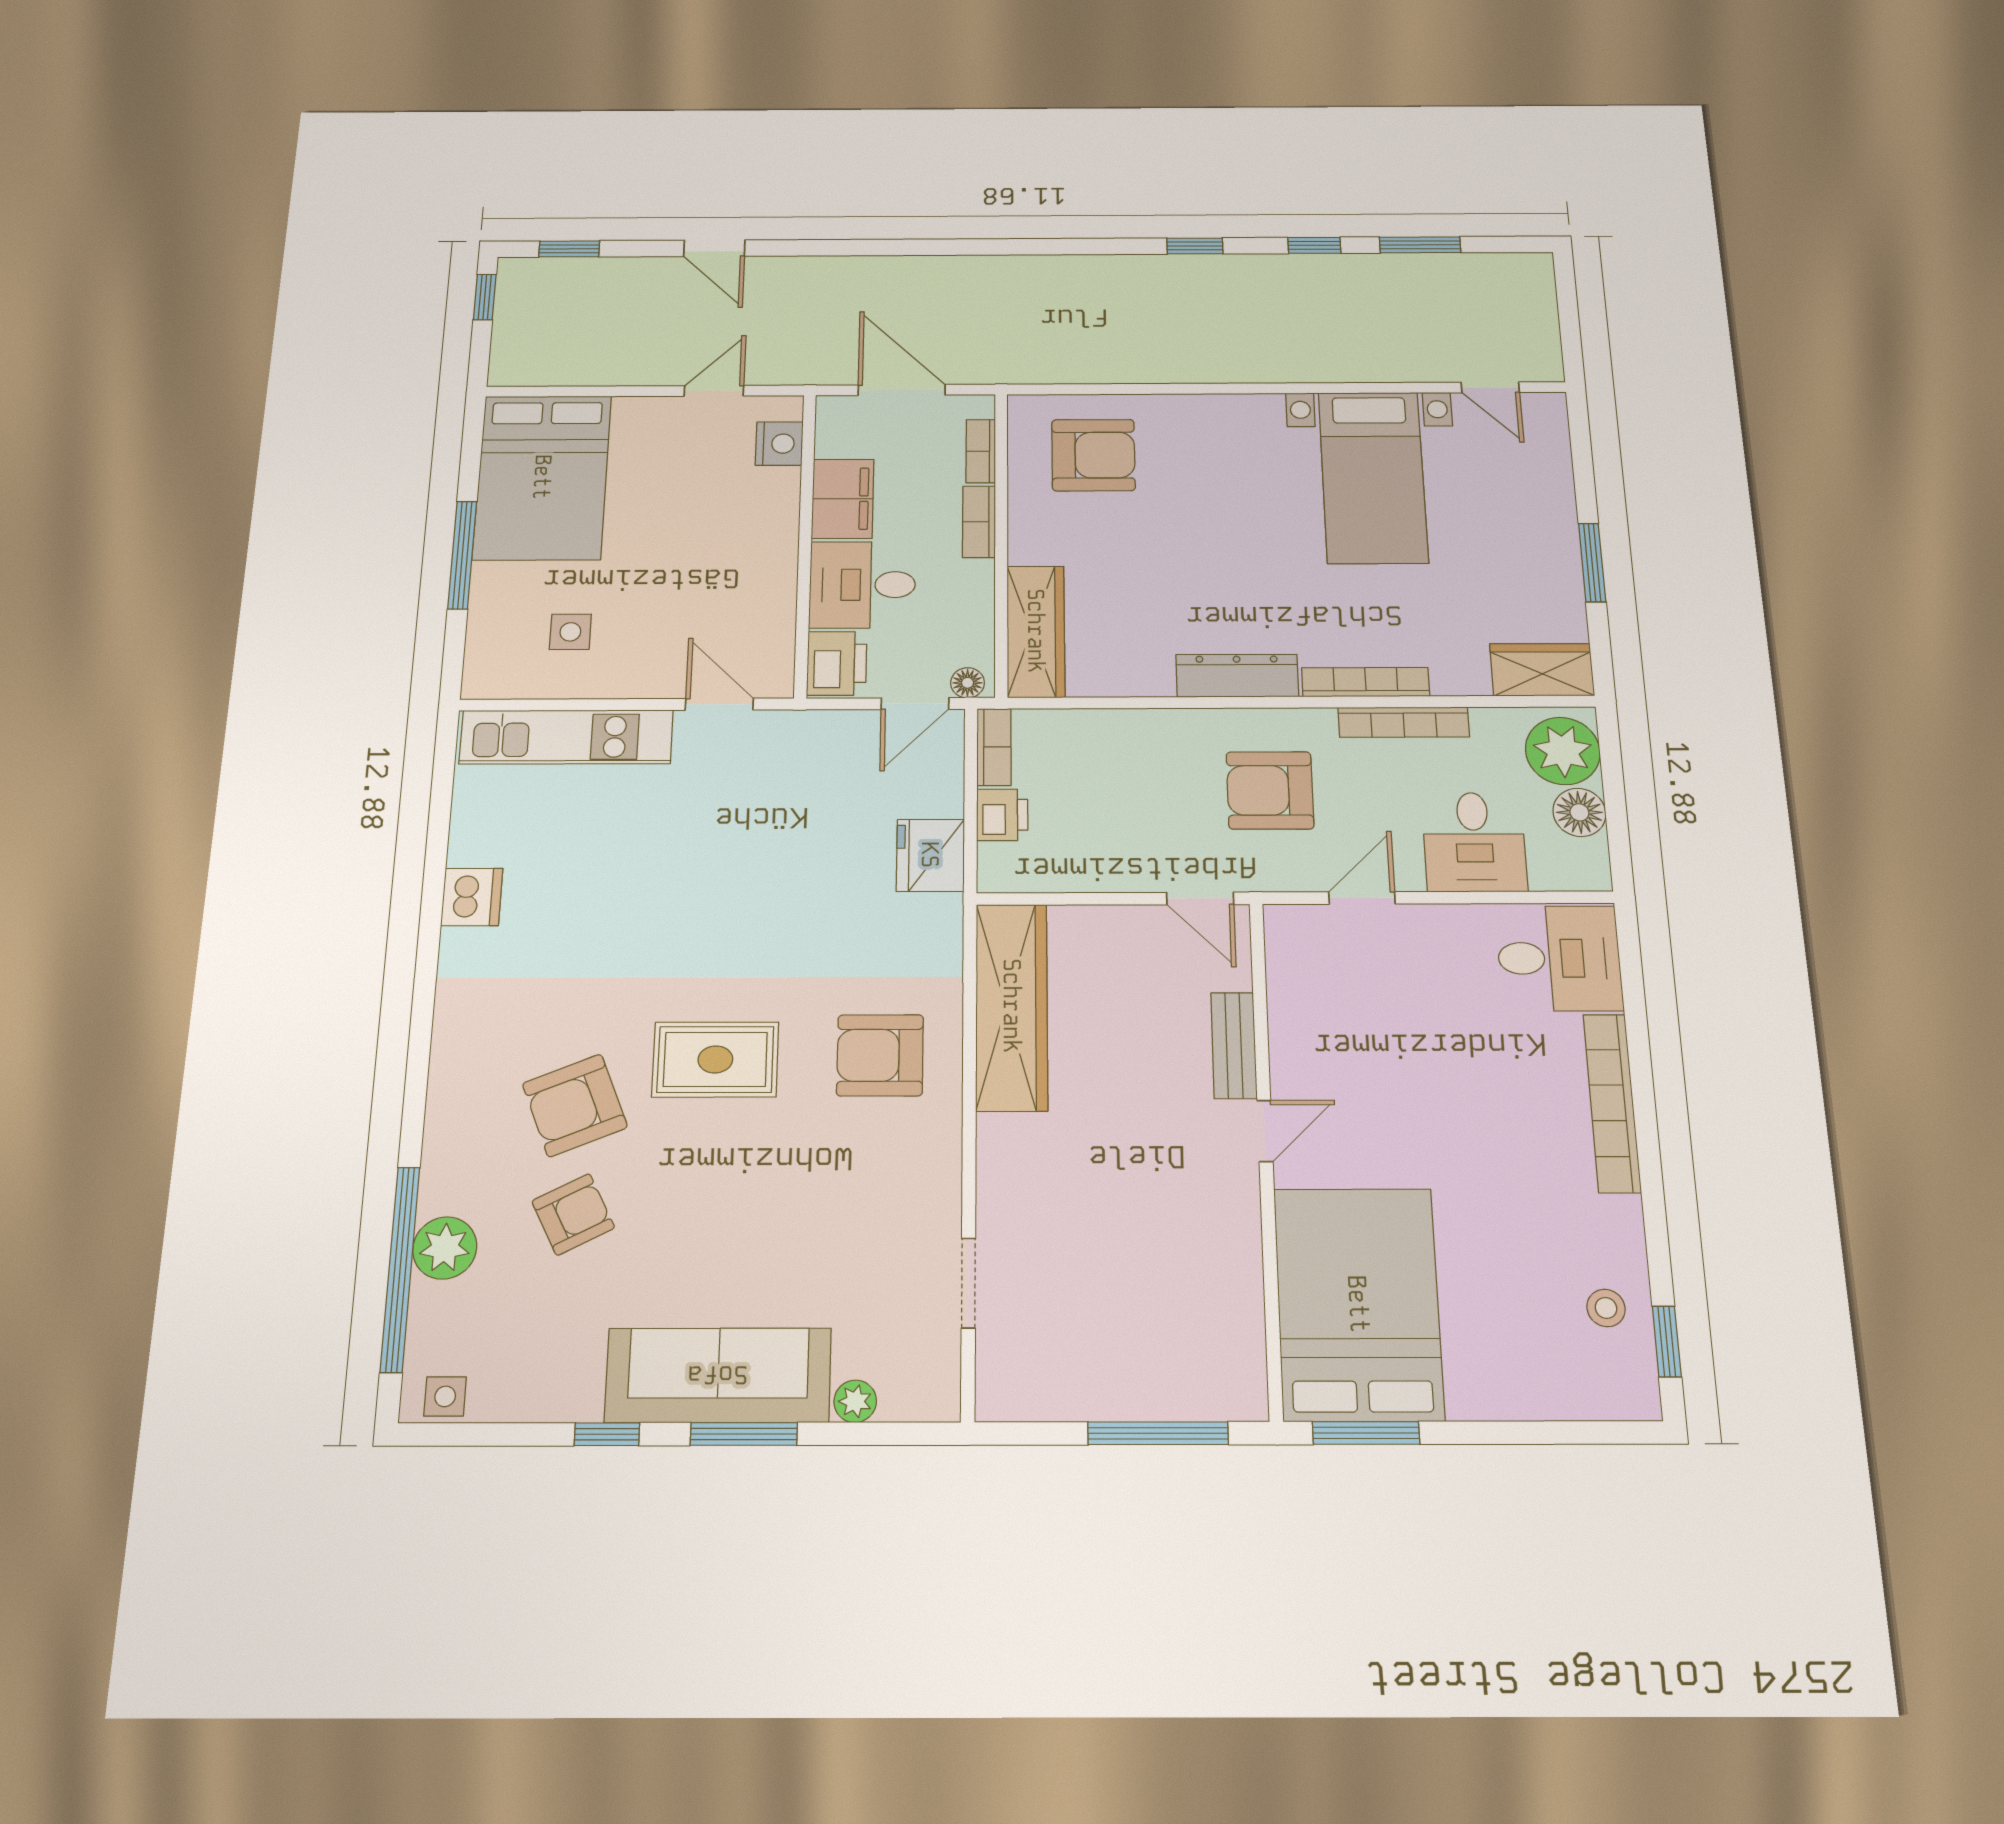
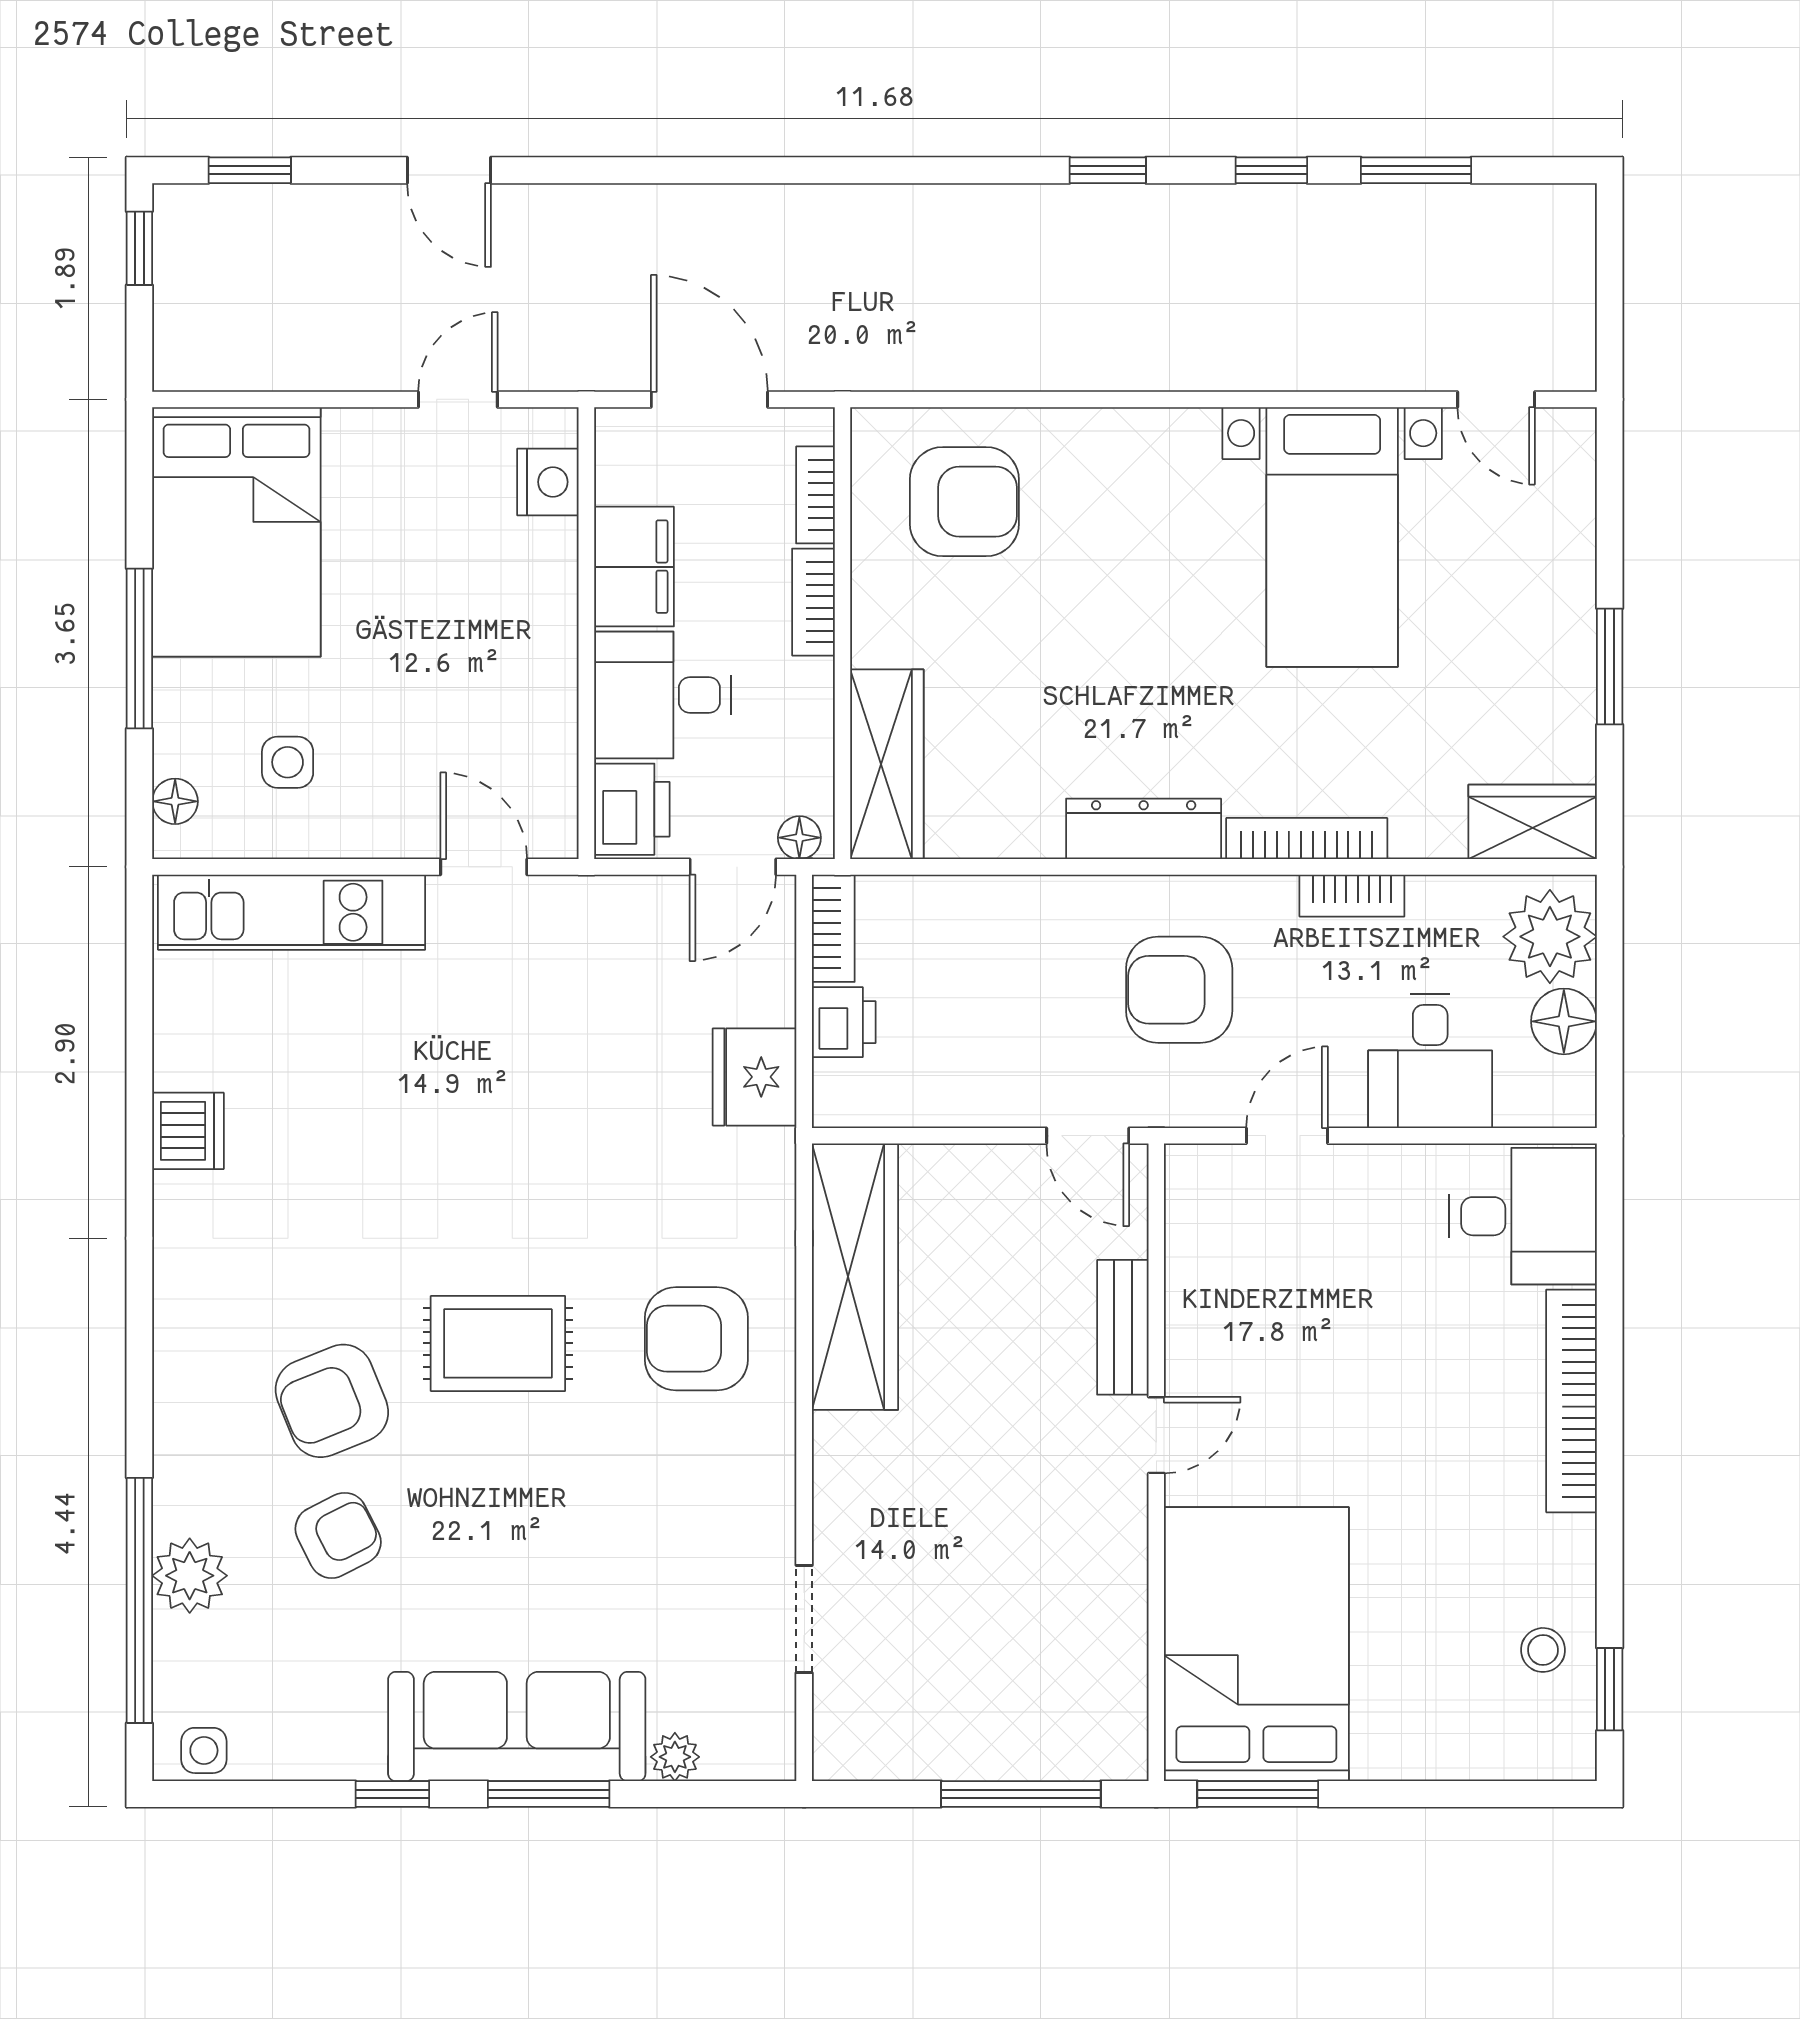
floor lamp: (481, 659) -> (175, 801), added
bookcase: (1404, 722) -> (1352, 896), width x0.64

